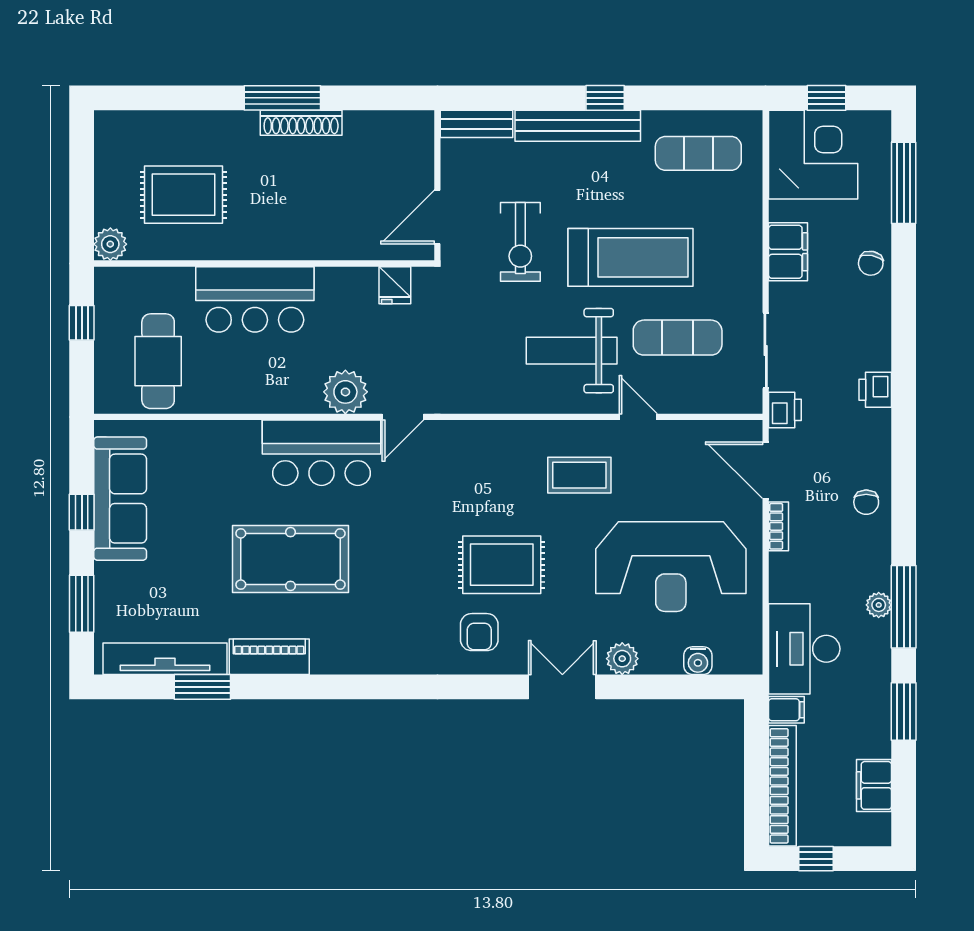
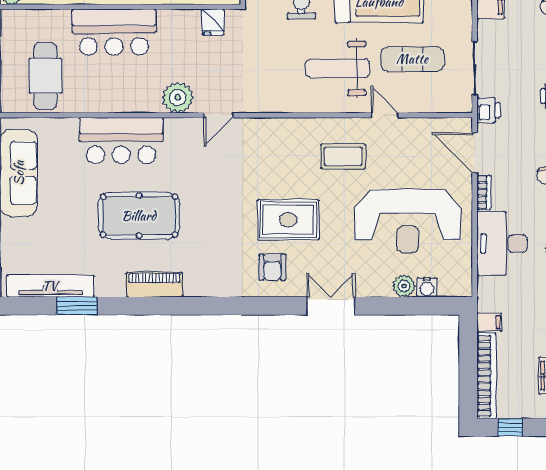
bar counter: (322, 453) -> (121, 141), moved
desk: (804, 649) -> (502, 244), moved
piano: (269, 657) -> (154, 285), moved
plant: (622, 659) -> (404, 286), moved

